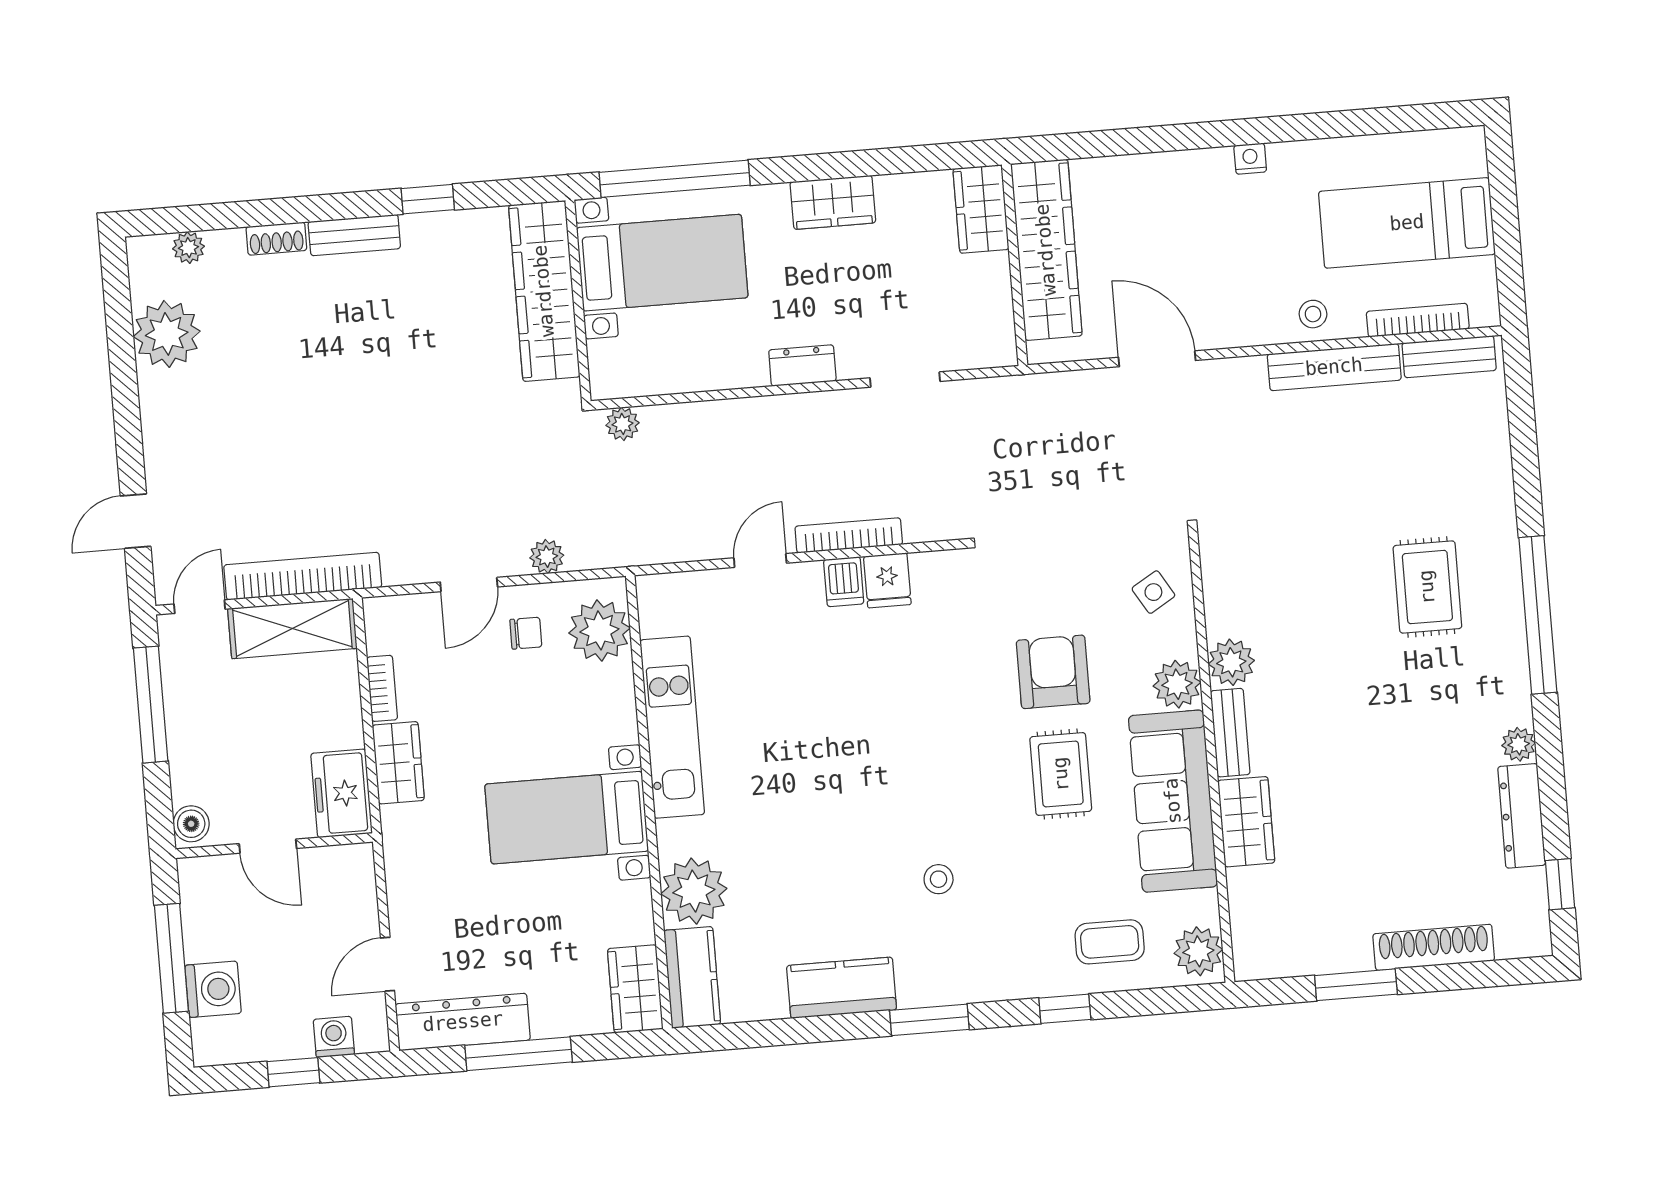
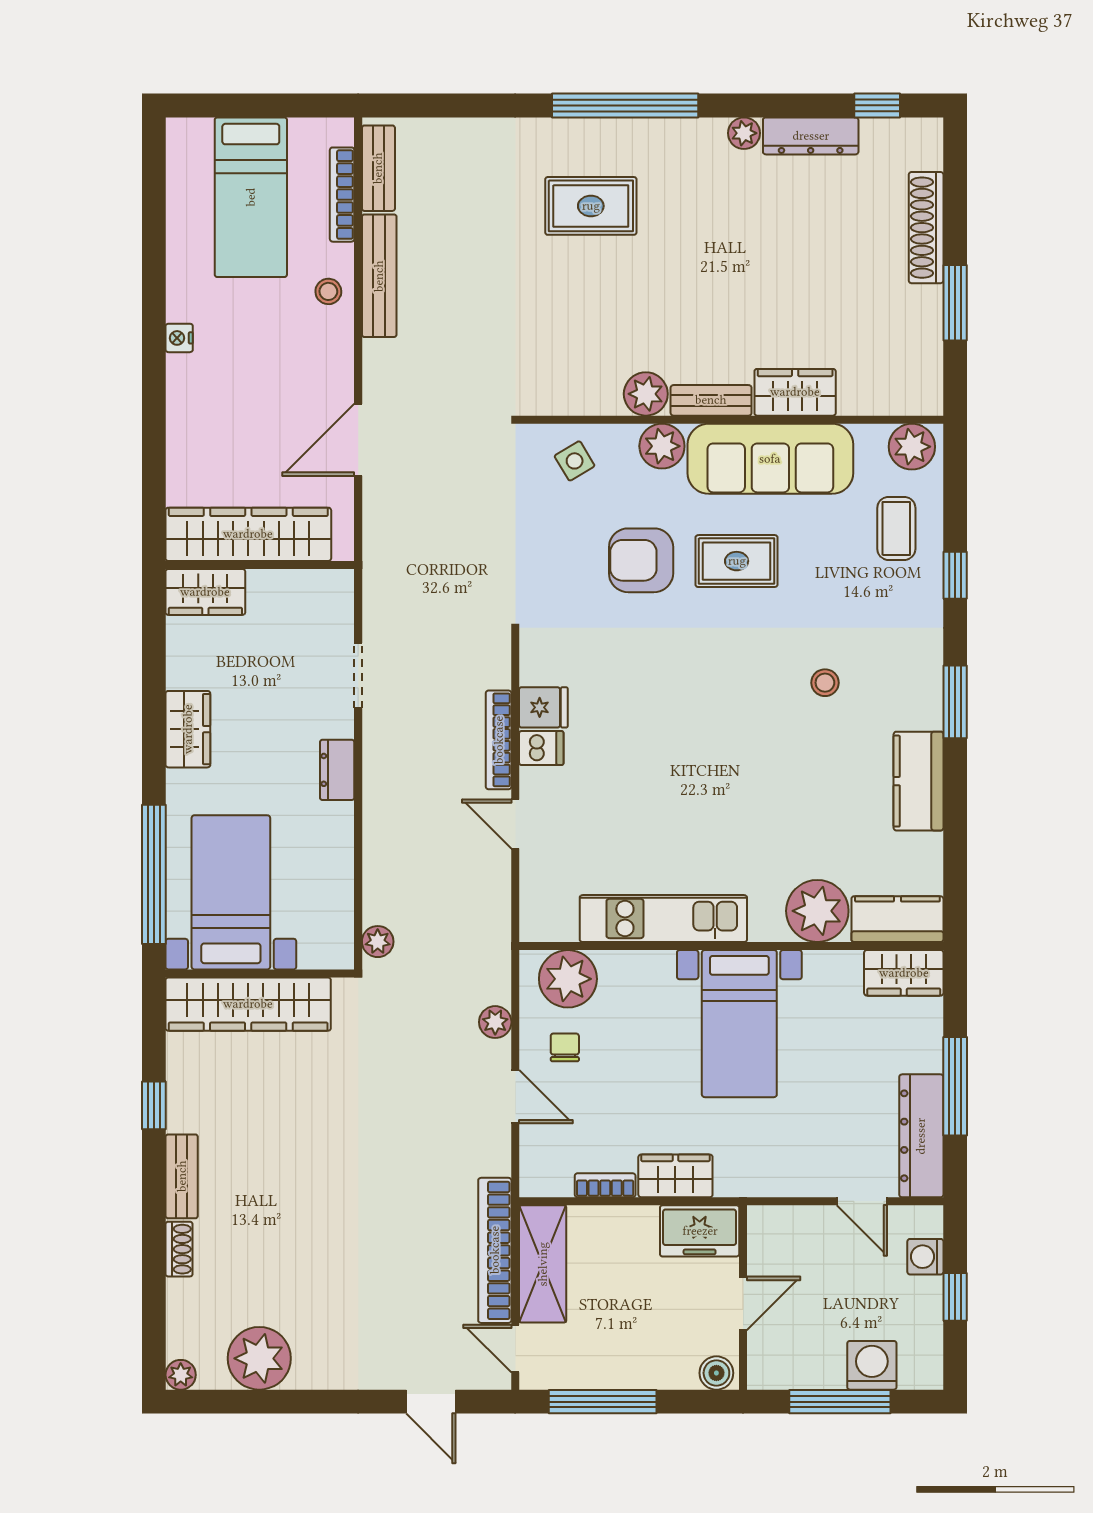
plant: (188, 248) -> (181, 1375), moved

